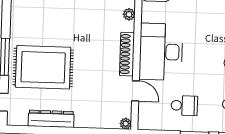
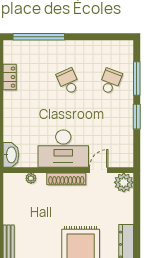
school desk: (184, 106) -> (110, 126), removed
plant: (126, 124) -> (124, 182), width x1.87, depth x1.87

